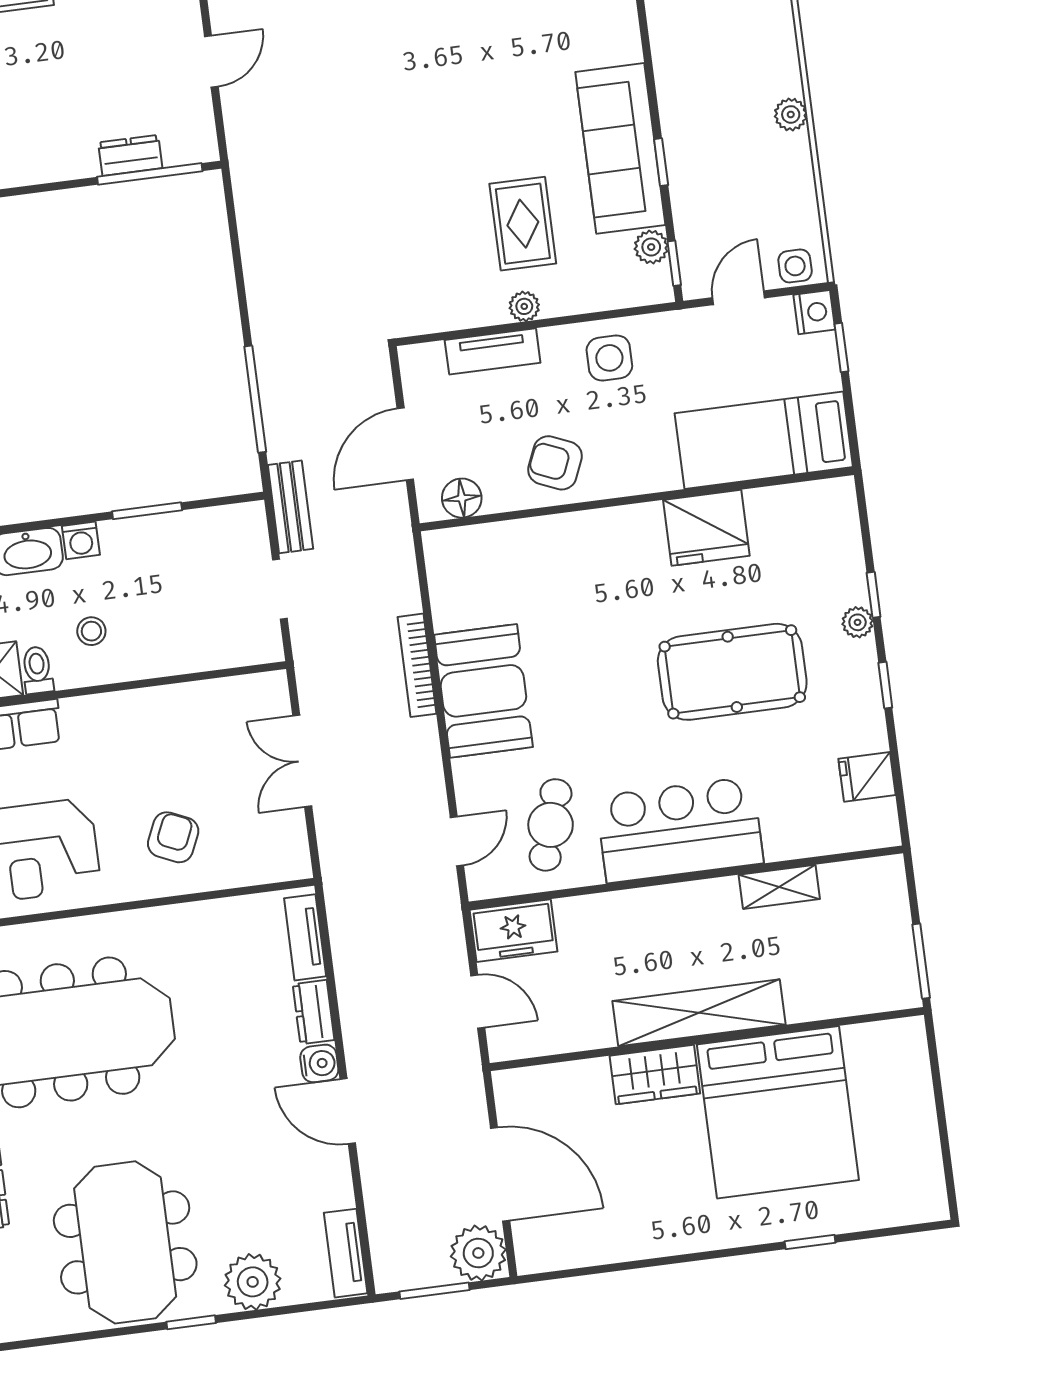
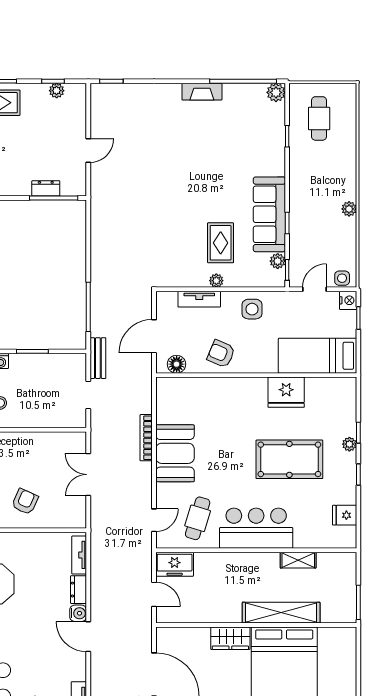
shelving: (699, 1013) -> (281, 613), moved

